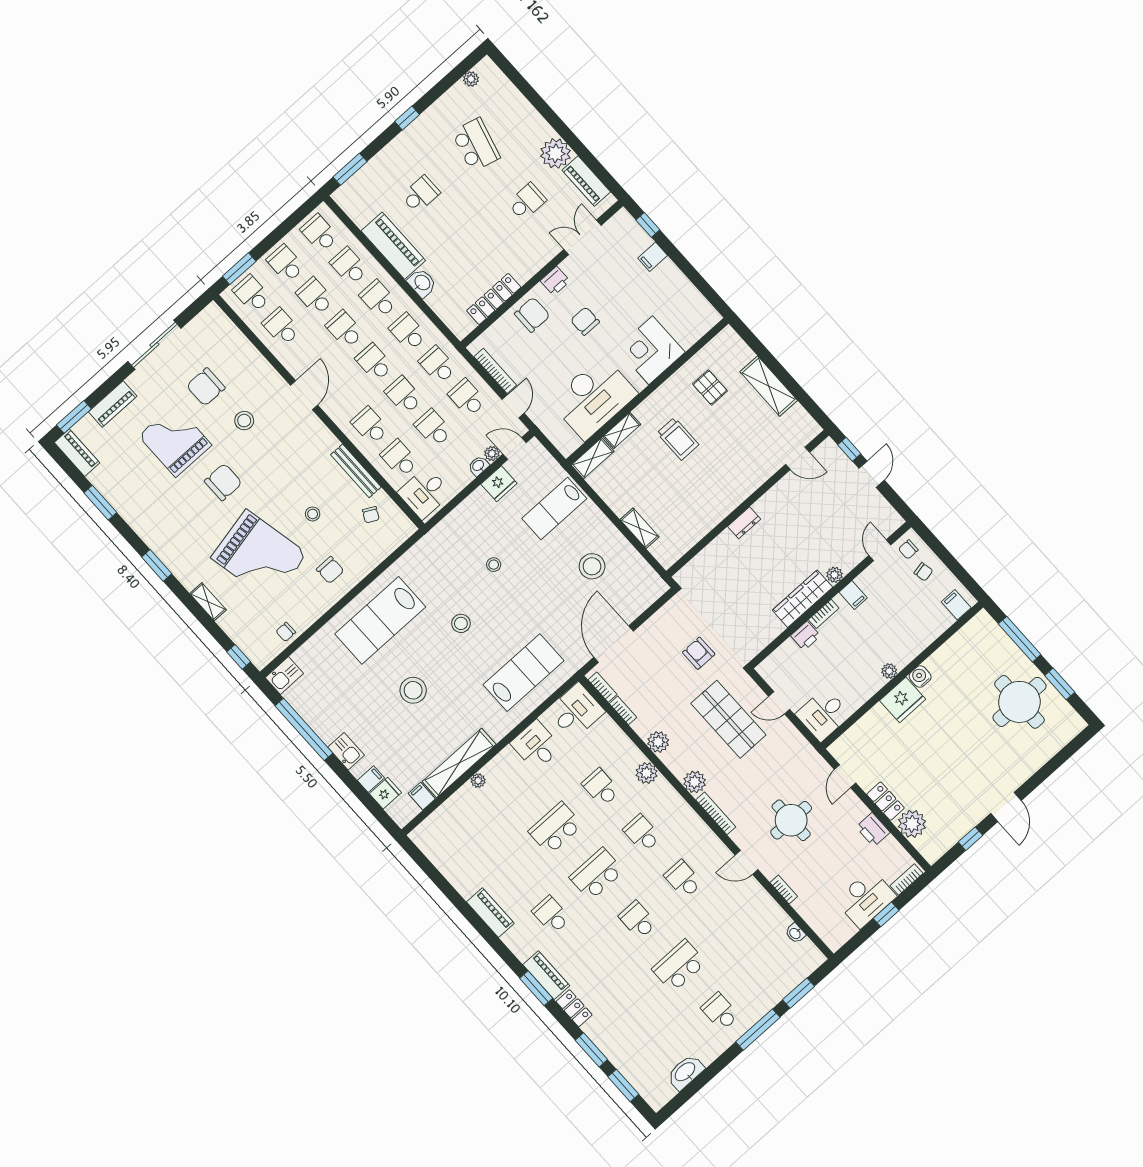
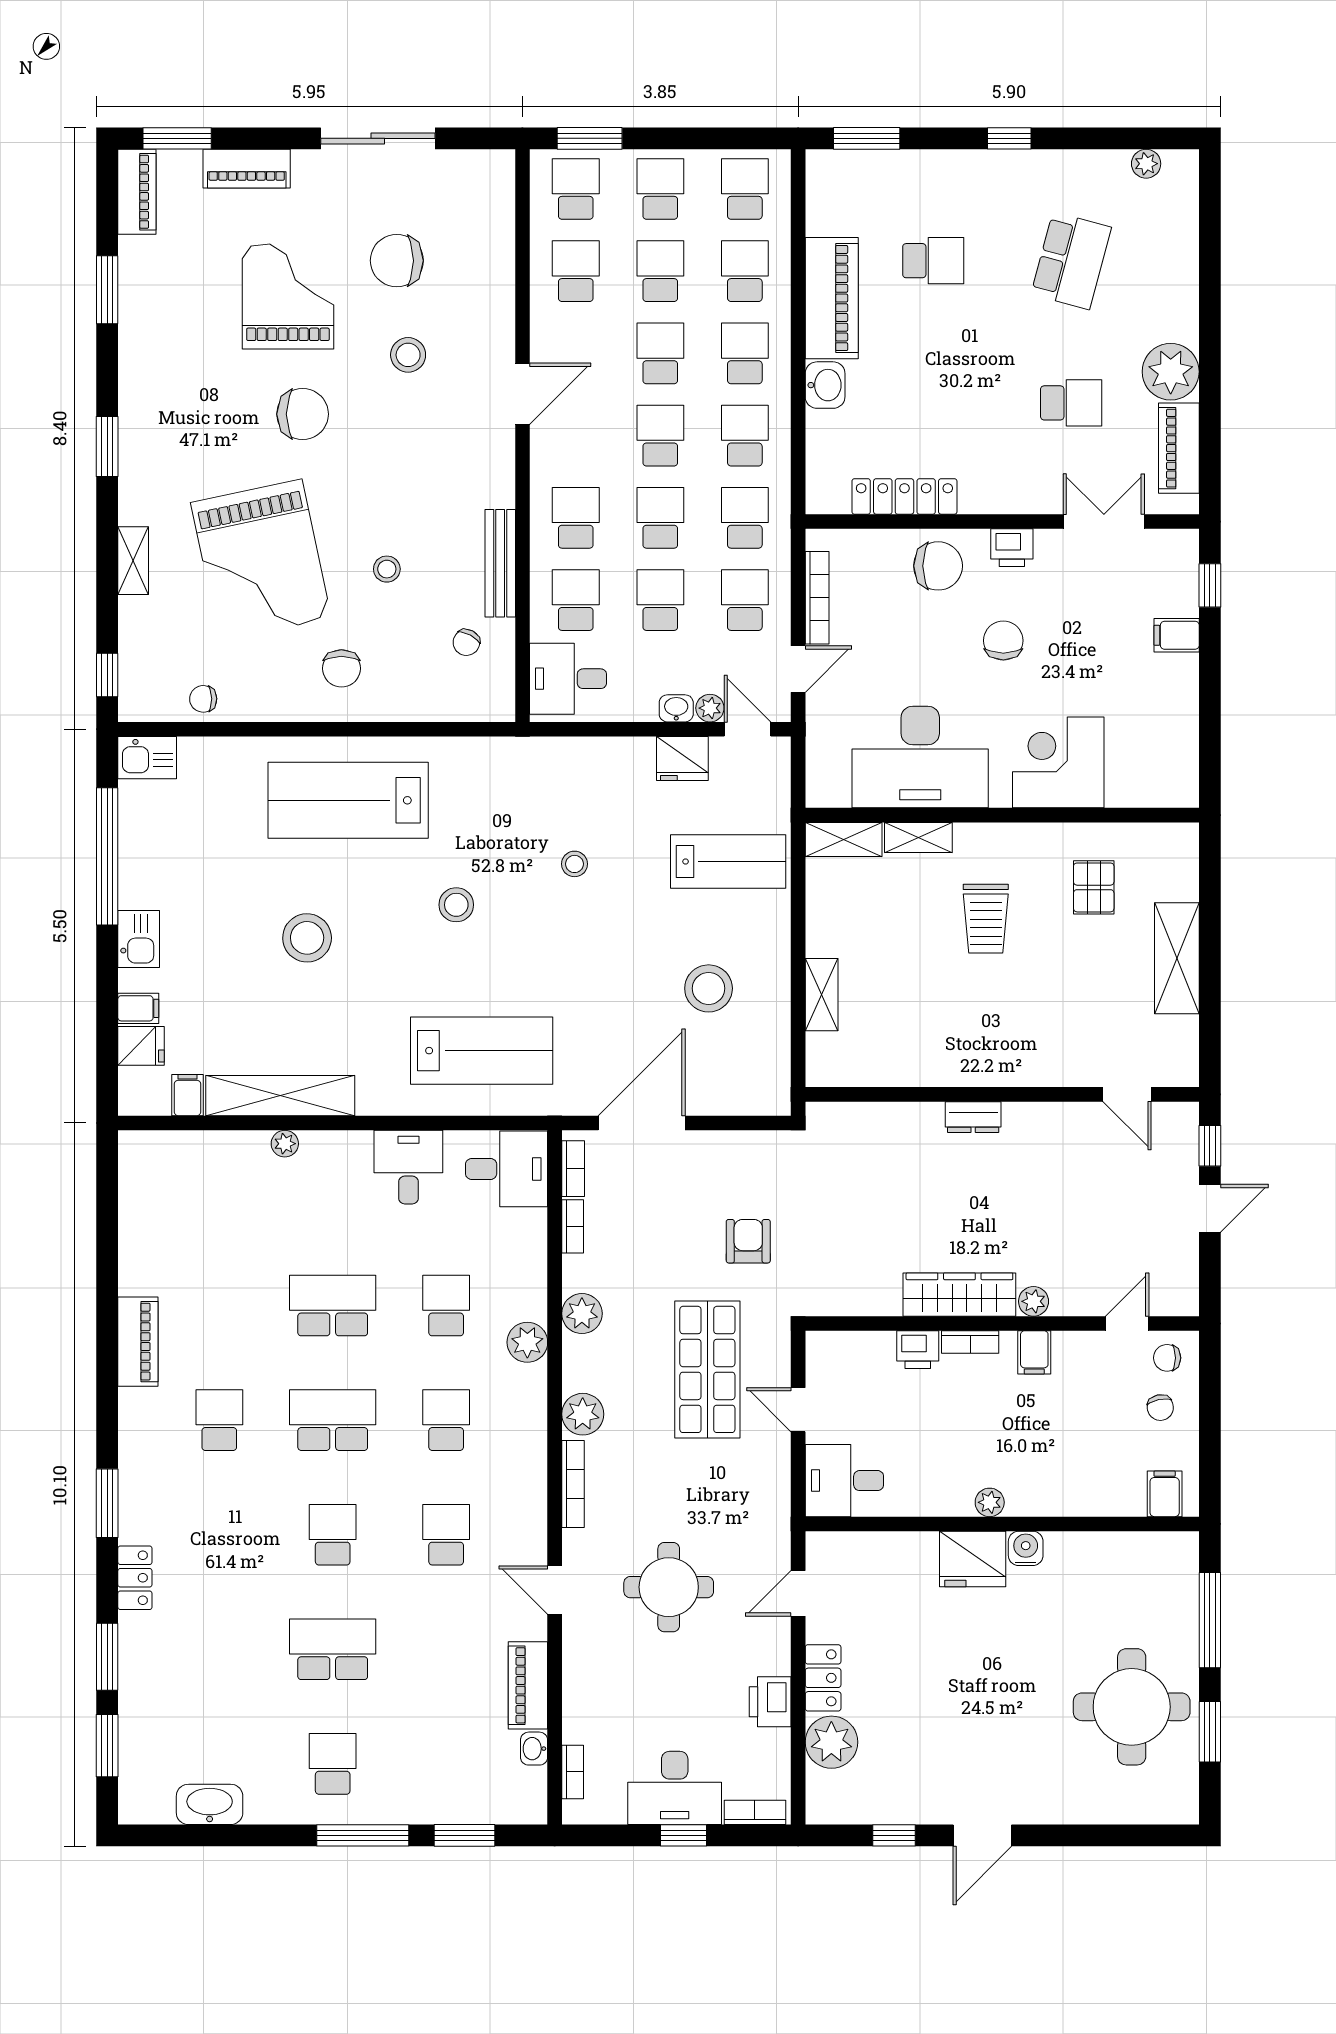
lab bench: (554, 508) -> (728, 862), turned 180
bookcase: (784, 889) -> (573, 1772), moved
piano: (546, 975) -> (528, 1685), moved, turned 180

